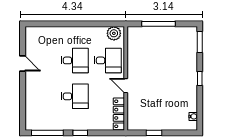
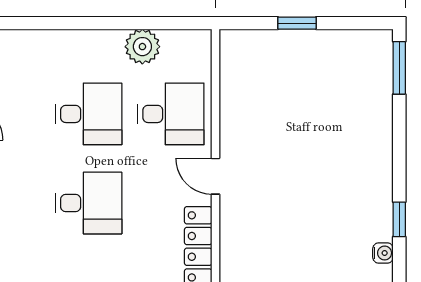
window: (159, 24) -> (297, 23), width x0.46
plant: (114, 33) -> (142, 47), moved
window: (200, 78) -> (399, 219), moved

